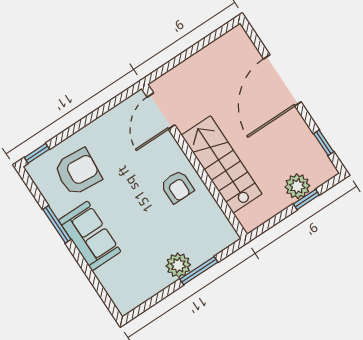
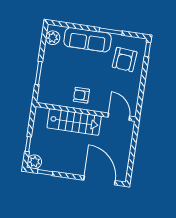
door: (282, 80) -> (99, 180), moved
plant: (297, 186) -> (34, 162), moved
sofa: (90, 236) -> (88, 40), width x1.36
plant: (178, 265) -> (53, 38), moved

